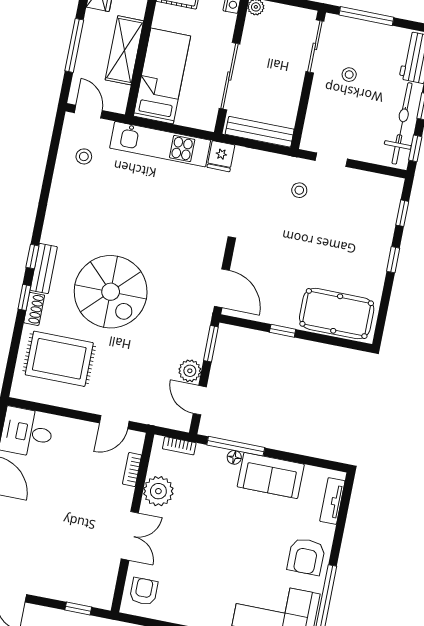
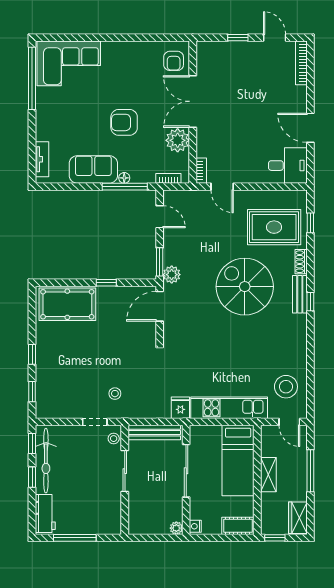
window: (366, 16) -> (75, 538), moved
sliding door: (315, 46) -> (125, 471), moved
shelving: (124, 50) -> (268, 475), width x0.67, depth x0.75
stool: (349, 75) -> (114, 439), moved
stool: (84, 156) -> (286, 387), width x1.89, depth x1.89
door: (222, 288) -> (160, 306), hinge flipped
window: (24, 297) -> (310, 223), moved
plant: (190, 371) -> (172, 275), moved
door: (114, 422) -> (222, 187), swing flipped
bookcase: (132, 470) -> (201, 171), moved
double door: (130, 536) -> (193, 101), width x1.37
armchair: (306, 556) -> (124, 122), moved, turned -90
window: (78, 609) -> (238, 38), moved

